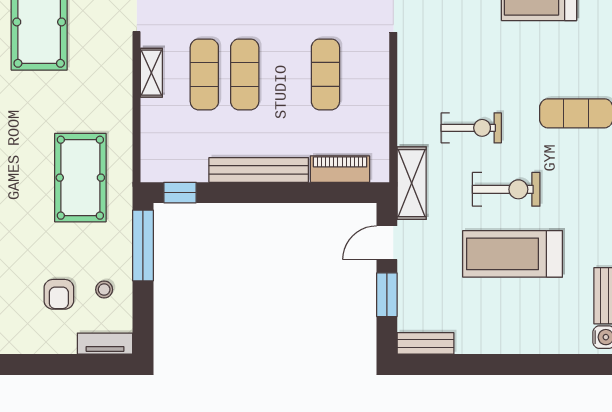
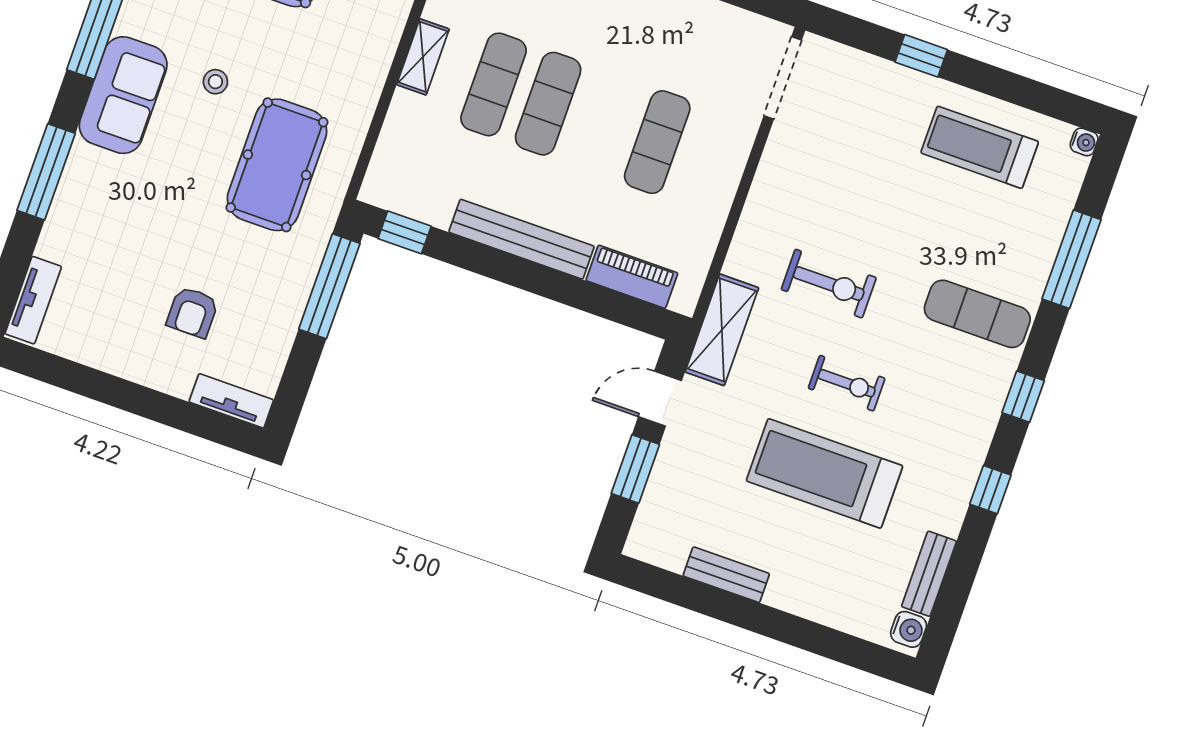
exercise bike: (506, 189) -> (847, 383), width x0.73, depth x0.72
stool: (104, 290) -> (215, 82), moved
bench: (425, 343) -> (726, 575), moved

